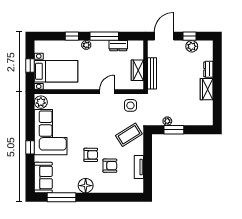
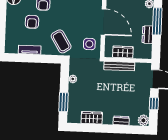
plant: (192, 46) -> (143, 120), moved
wardrobe: (207, 89) -> (92, 118), moved
door: (107, 92) -> (104, 22), width x1.87
window: (174, 130) -> (63, 102), moved

